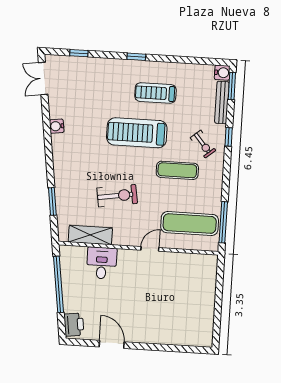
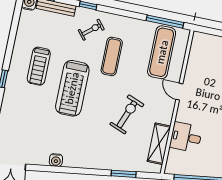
exercise bike: (117, 196) -> (127, 114), turned 30

